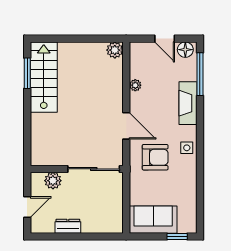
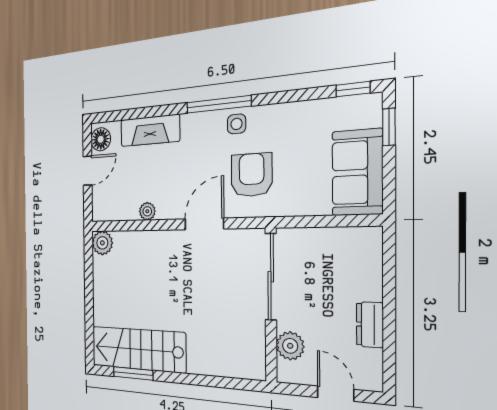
window: (200, 74) -> (219, 104), moved
fireplace: (188, 103) -> (150, 130), moved
window: (200, 217) -> (353, 89), added

